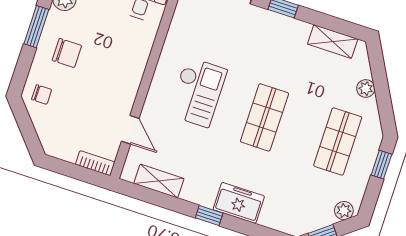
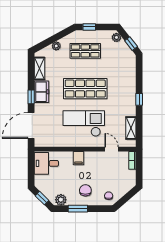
filing cabinet: (134, 60) -> (78, 158), added
checkout: (198, 92) -> (84, 124), width x1.36, depth x1.21
shop shelf: (264, 117) -> (85, 89), width x1.43, depth x1.36
door: (130, 130) -> (111, 149), hinge flipped
freezer: (239, 203) -> (42, 92), moved, turned 180

